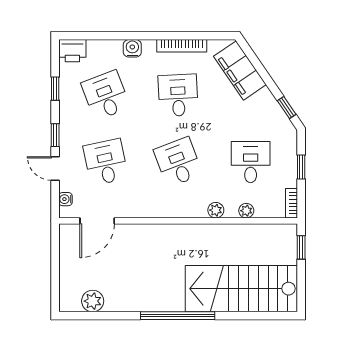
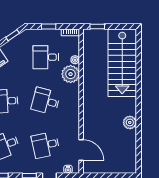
desk: (178, 162) -> (46, 101), turned 36
plant: (216, 210) -> (71, 74), width x1.87, depth x1.87
plant: (93, 301) -> (130, 122), moved
window: (178, 316) -> (139, 101), removed

